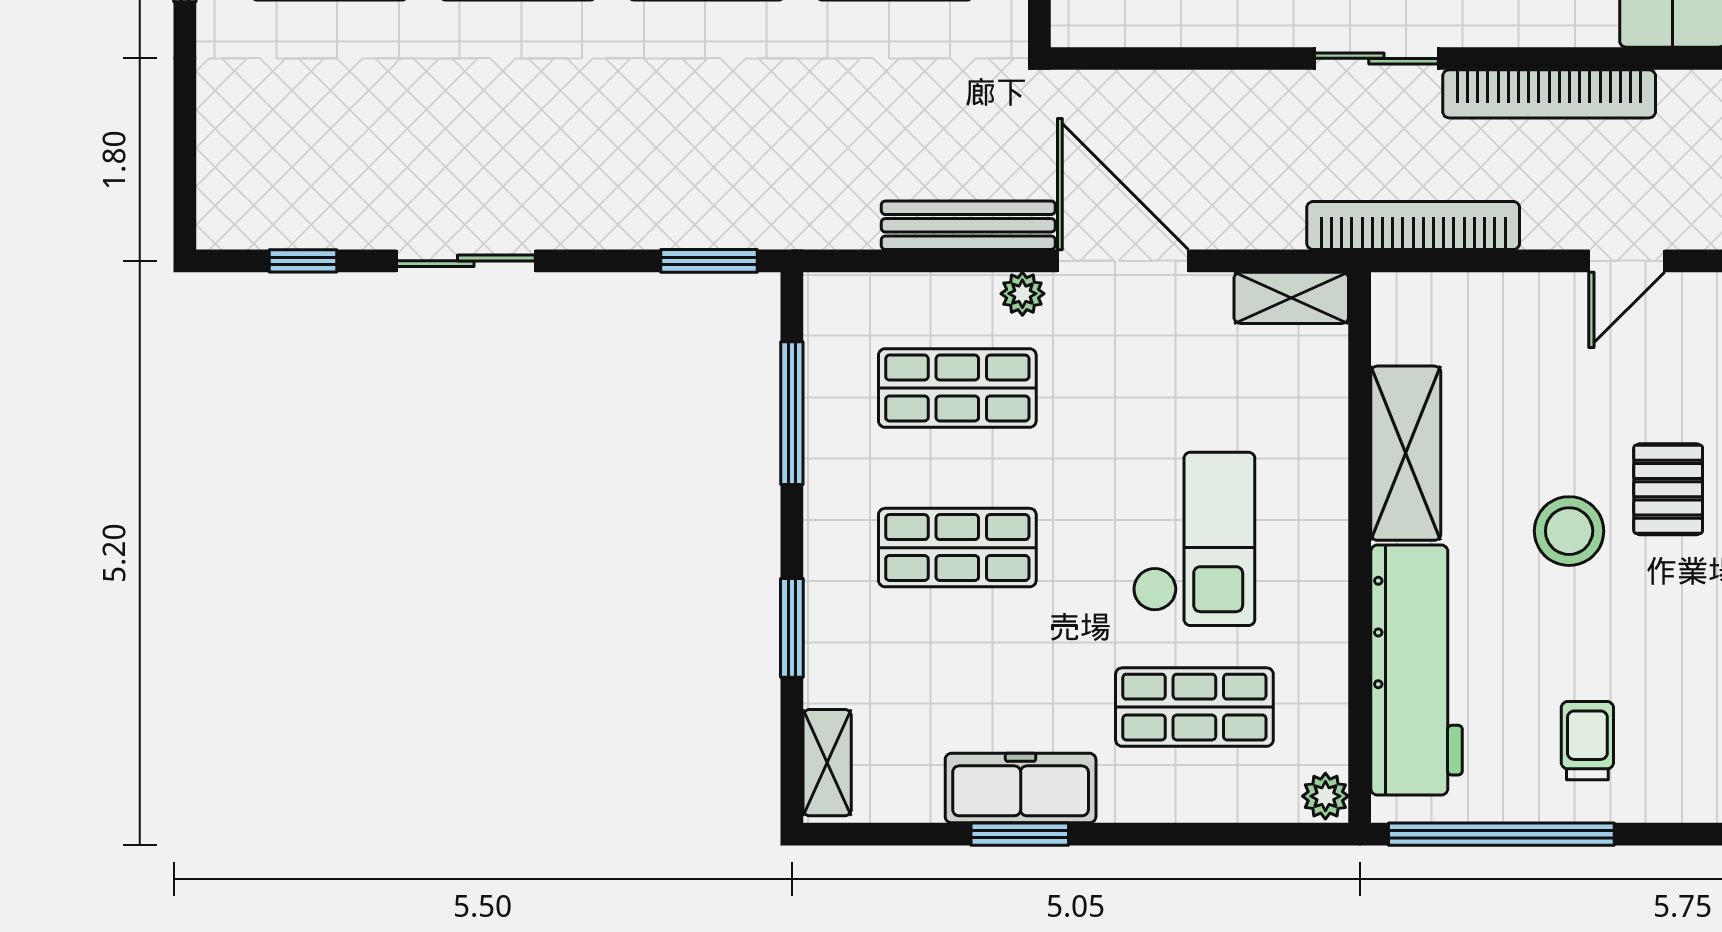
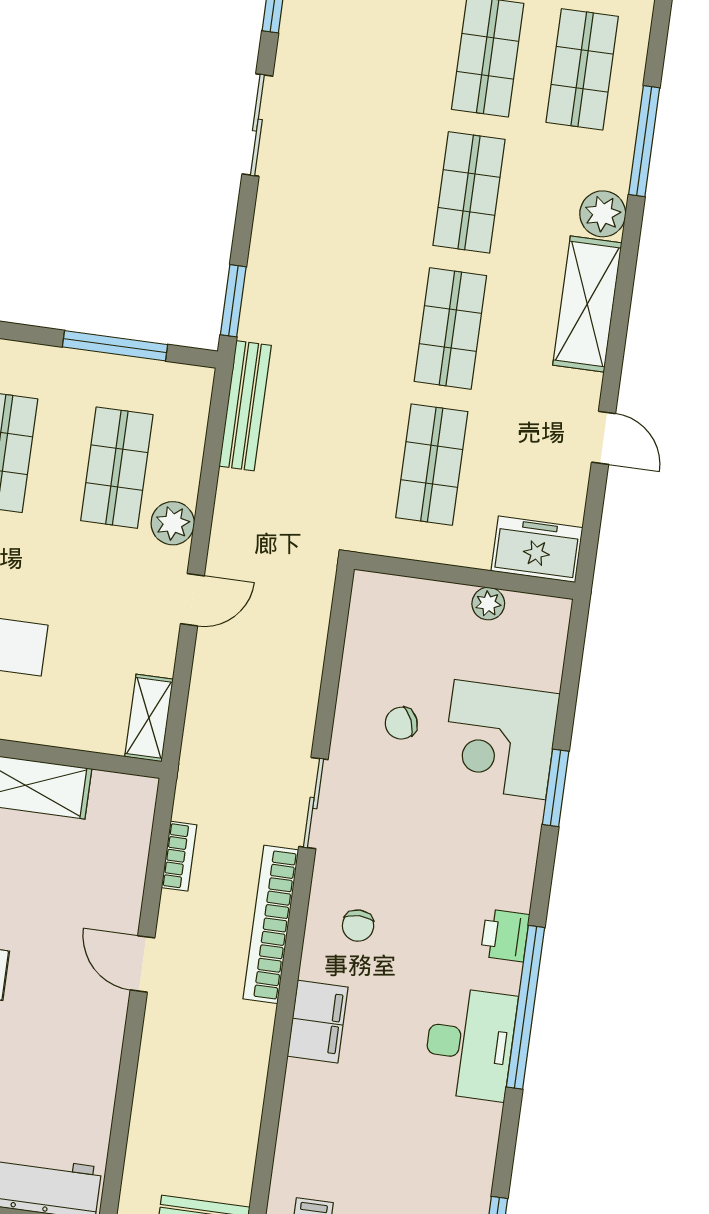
bench: (968, 225) -> (245, 406), moved
bookcase: (1413, 225) -> (179, 856), width x0.43, depth x0.76
door: (1123, 261) -> (192, 600), width x0.53
plant: (1022, 294) -> (173, 523), width x1.38, depth x1.38

